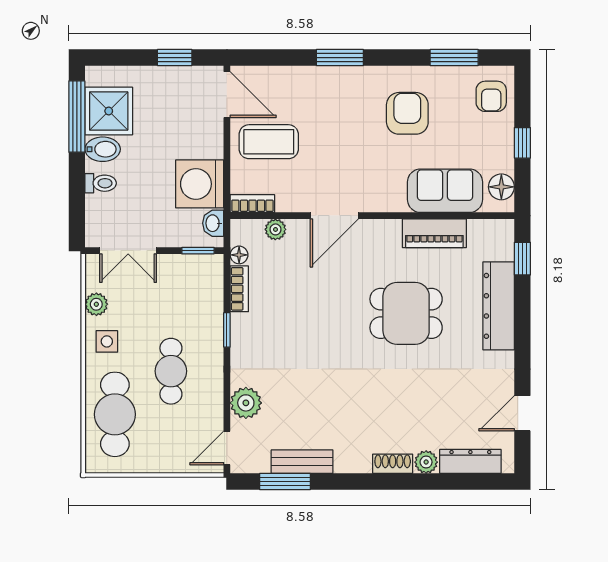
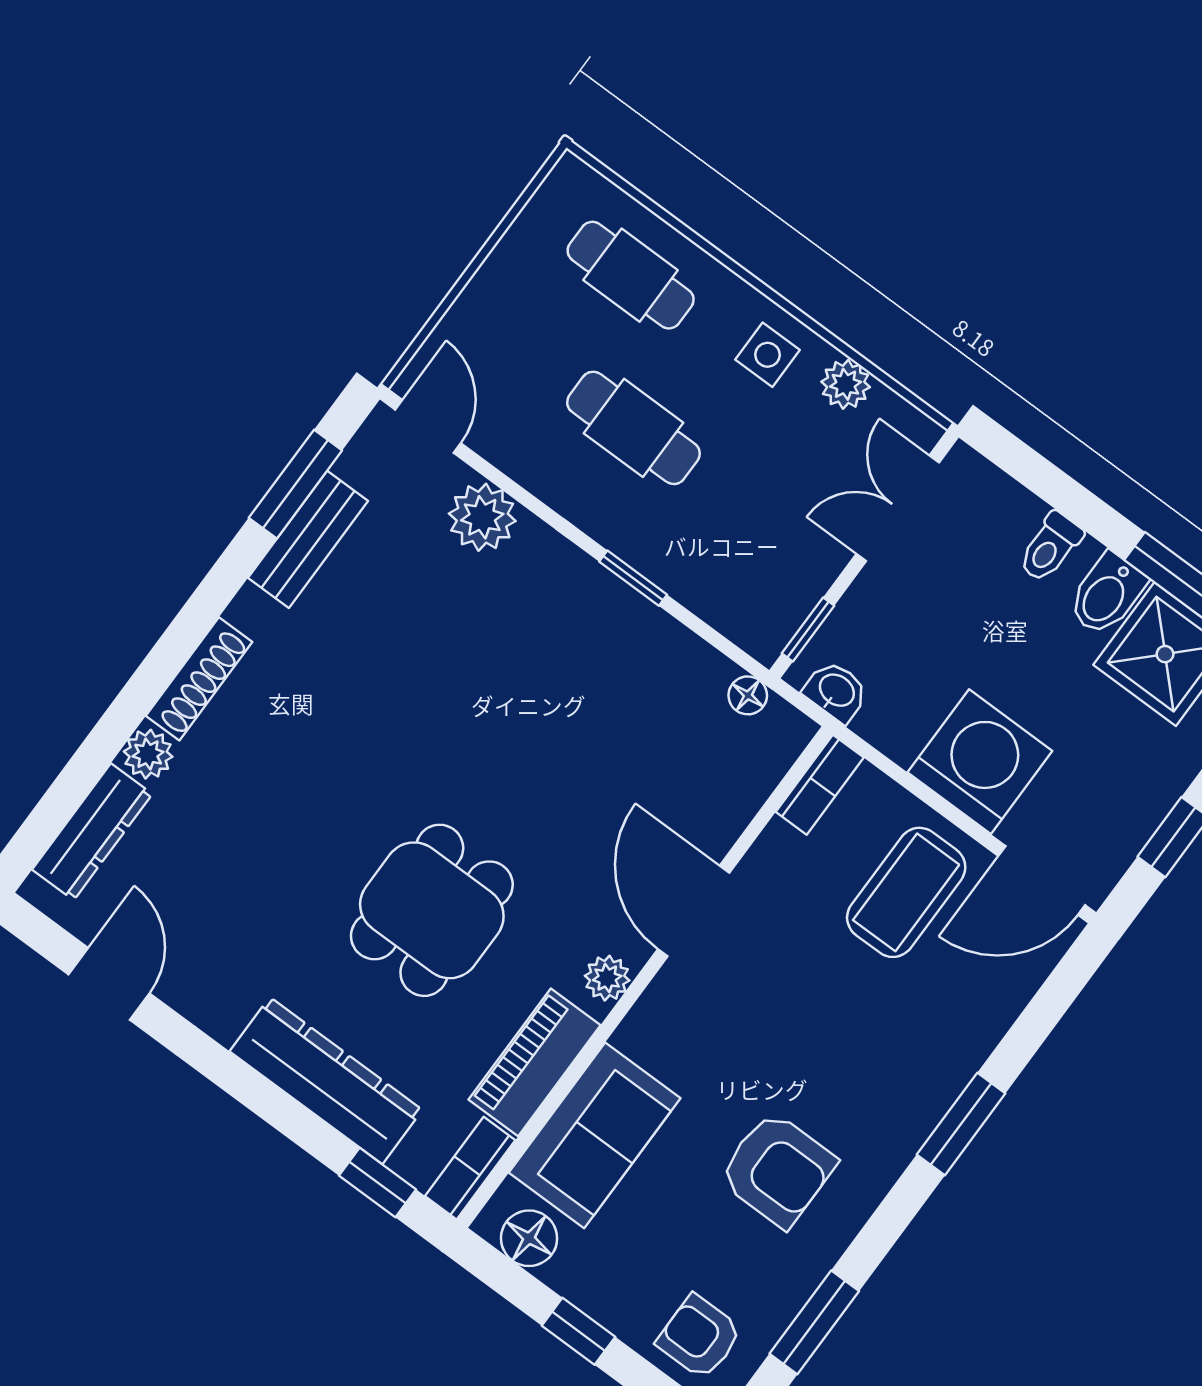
washing machine: (200, 184) -> (980, 762), moved
plant: (275, 229) -> (607, 978), moved
bookcase: (239, 289) -> (470, 1168), moved, turned 90
cafe table: (115, 414) -> (631, 275), width x0.73, depth x0.74
shoe rack: (393, 464) -> (199, 679), width x1.43

